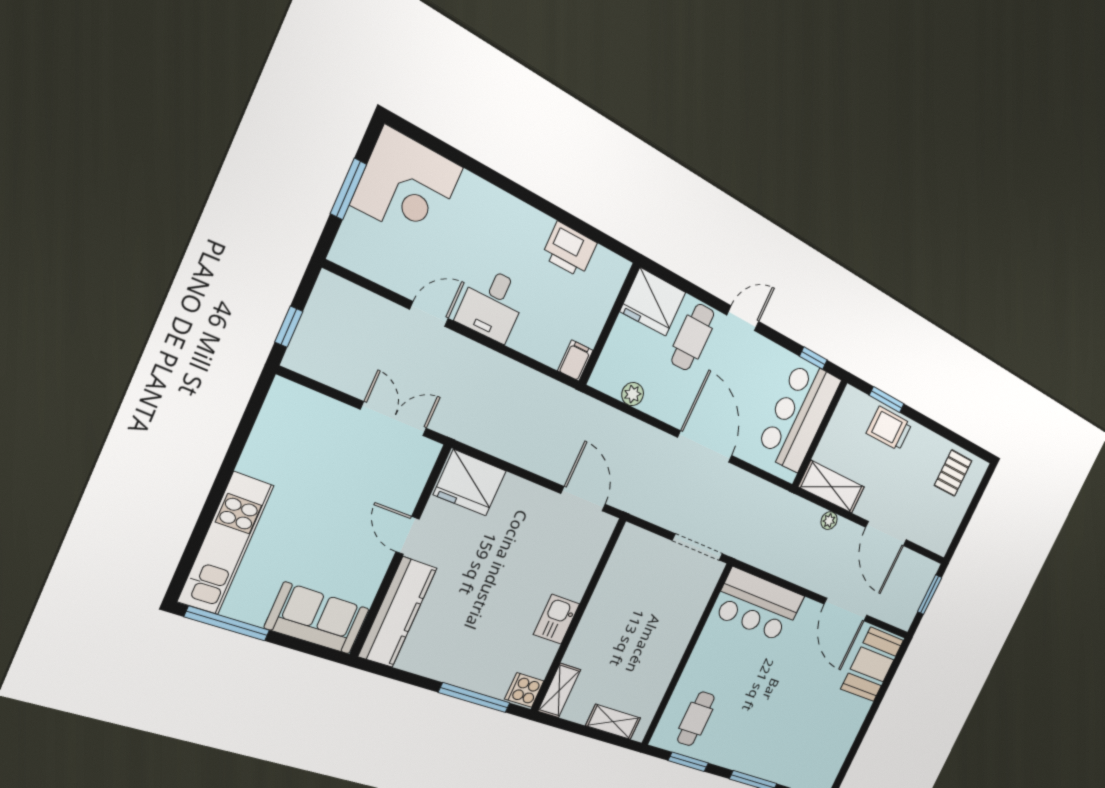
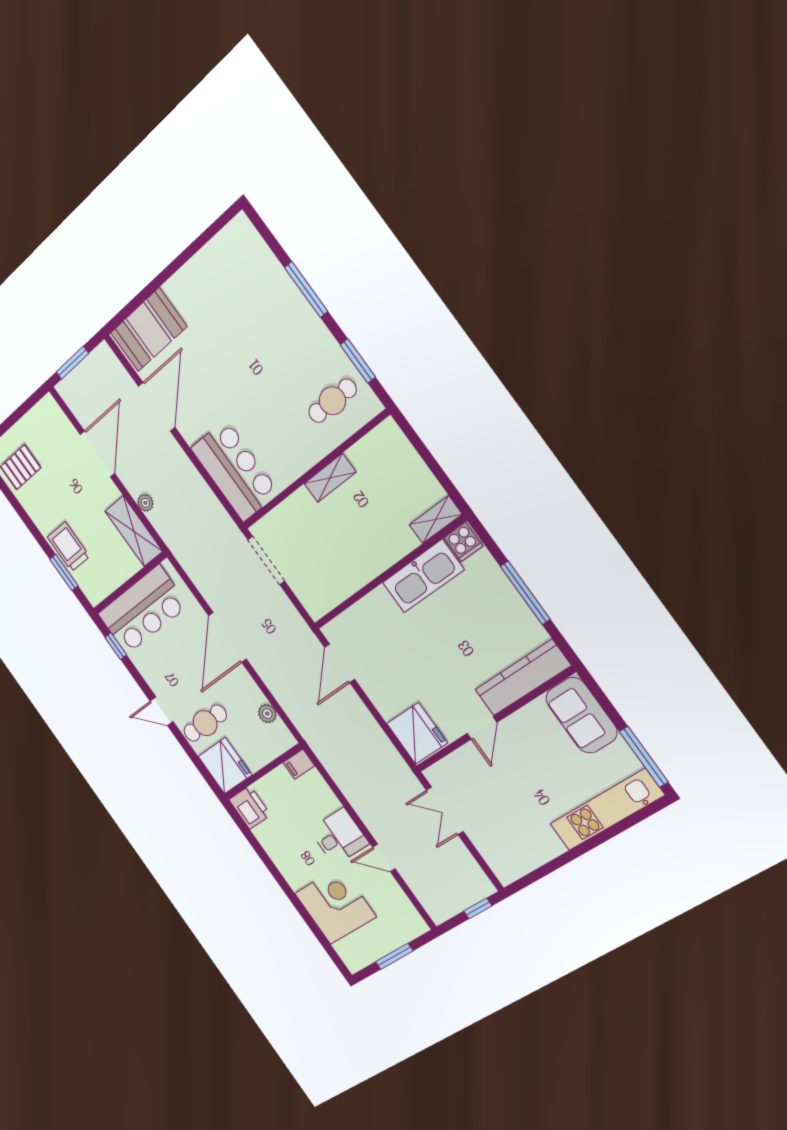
corner desk: (407, 186) -> (335, 905), moved
printer: (569, 250) -> (250, 807), moved
trolley: (889, 429) -> (68, 547), turned 180
kitchen sink: (556, 619) -> (423, 576), width x1.87, depth x1.24
window: (475, 698) -> (525, 593), moved
shelving: (613, 722) -> (330, 478), moved, turned 90

